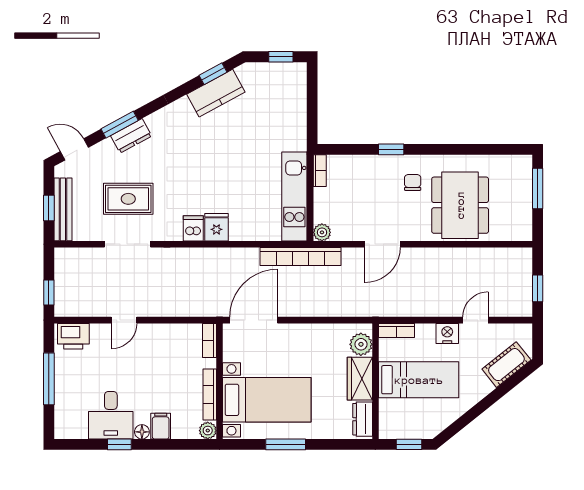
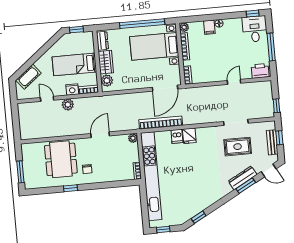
kitchen counter: (216, 93) -> (196, 207), removed
dresser: (131, 136) -> (243, 178), width x1.44
window: (391, 149) -> (70, 188), moved
kitchen unit: (294, 197) -> (151, 176), width x1.86
bench: (63, 209) -> (272, 142), width x0.73
dishwasher: (193, 228) -> (177, 136), moved
bookcase: (301, 257) -> (161, 123), moved
window: (538, 288) -> (16, 119), removed
window: (49, 292) -> (276, 106), moved
plant: (438, 306) -> (68, 105), added
door: (475, 320) -> (47, 99), swing flipped
nightstand: (447, 333) -> (72, 89), moved
desk: (111, 415) -> (255, 29), moved
window: (119, 444) -> (253, 14), moved
window: (286, 444) -> (142, 24), width x2.11

